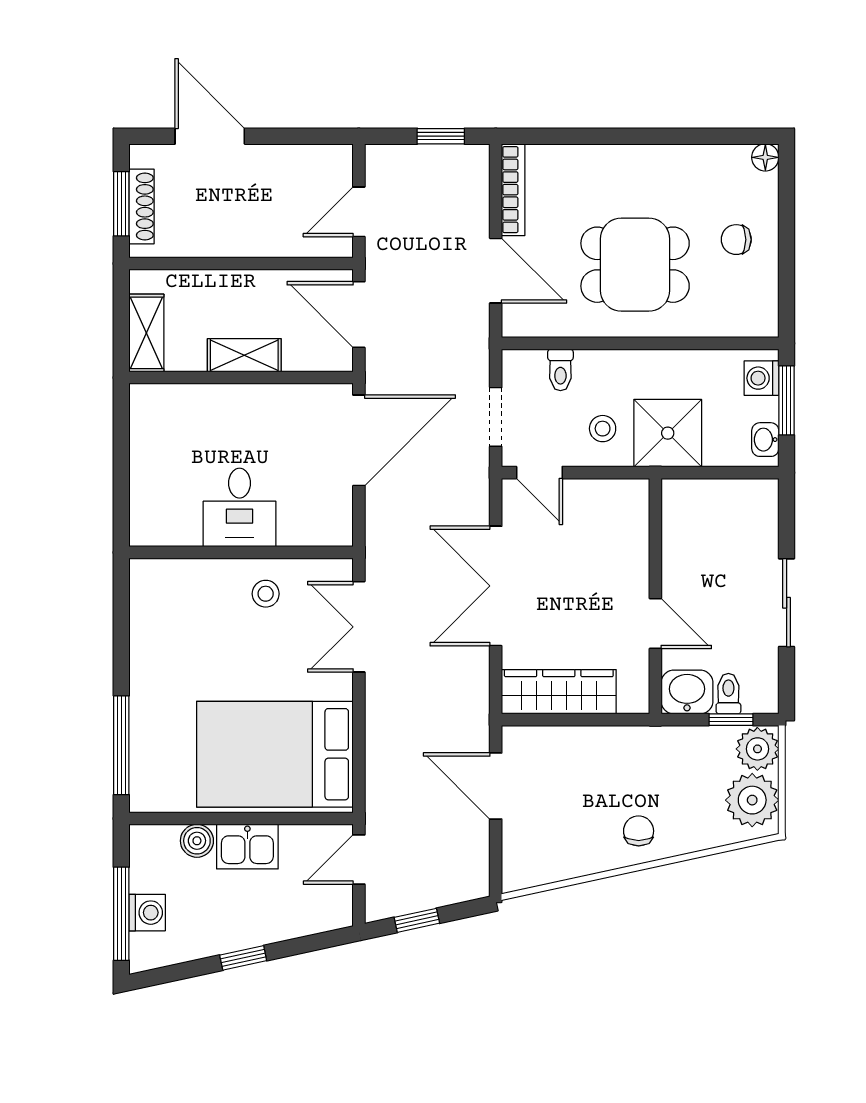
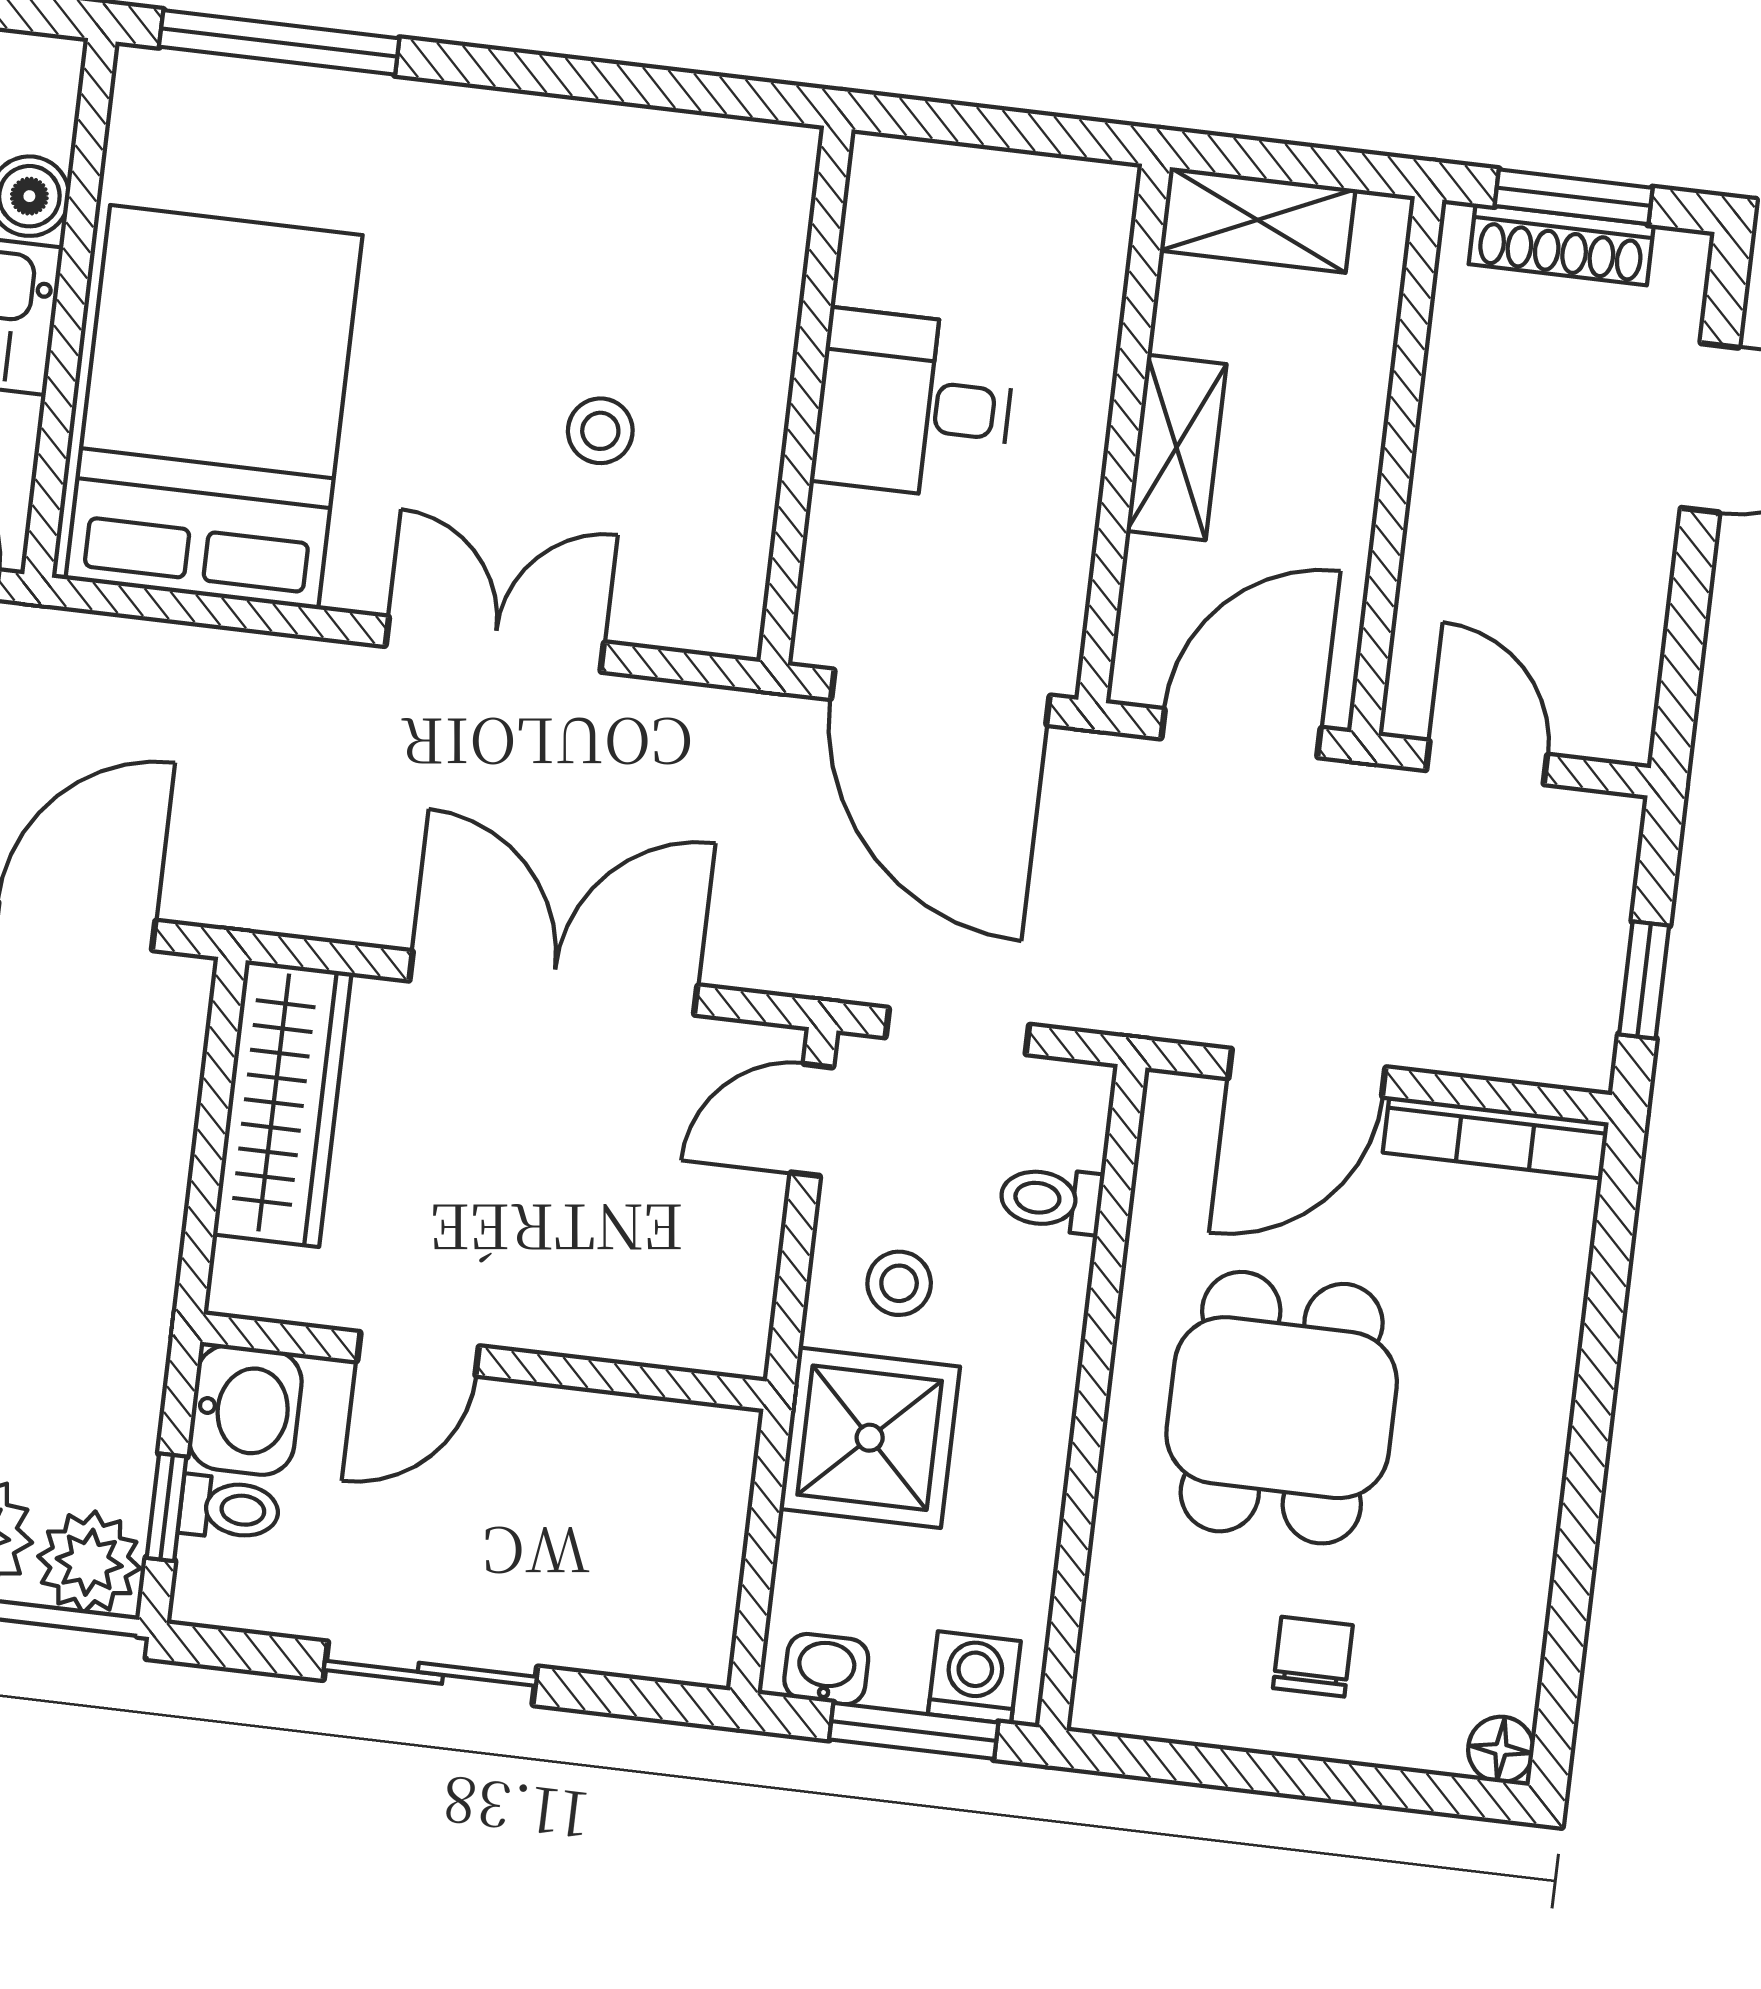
desk: (240, 507) -> (914, 405), moved
wall: (241, 552) -> (806, 396), moved

